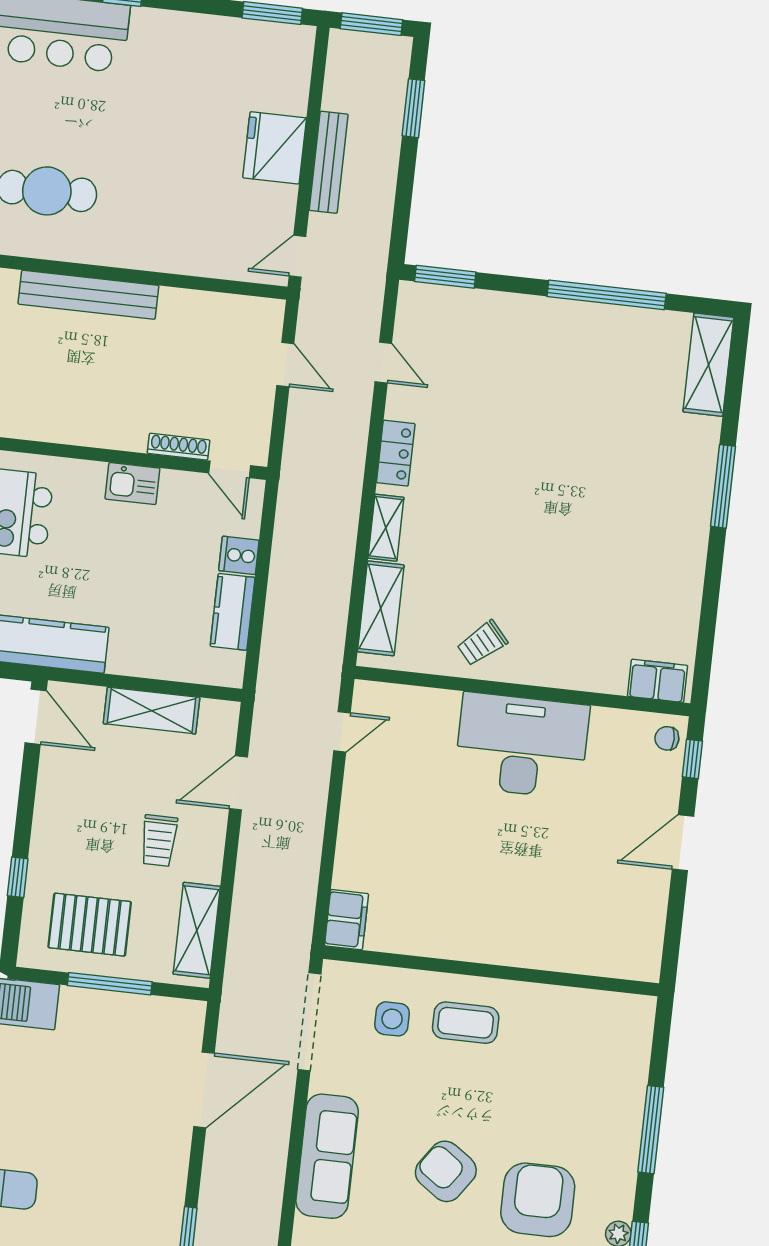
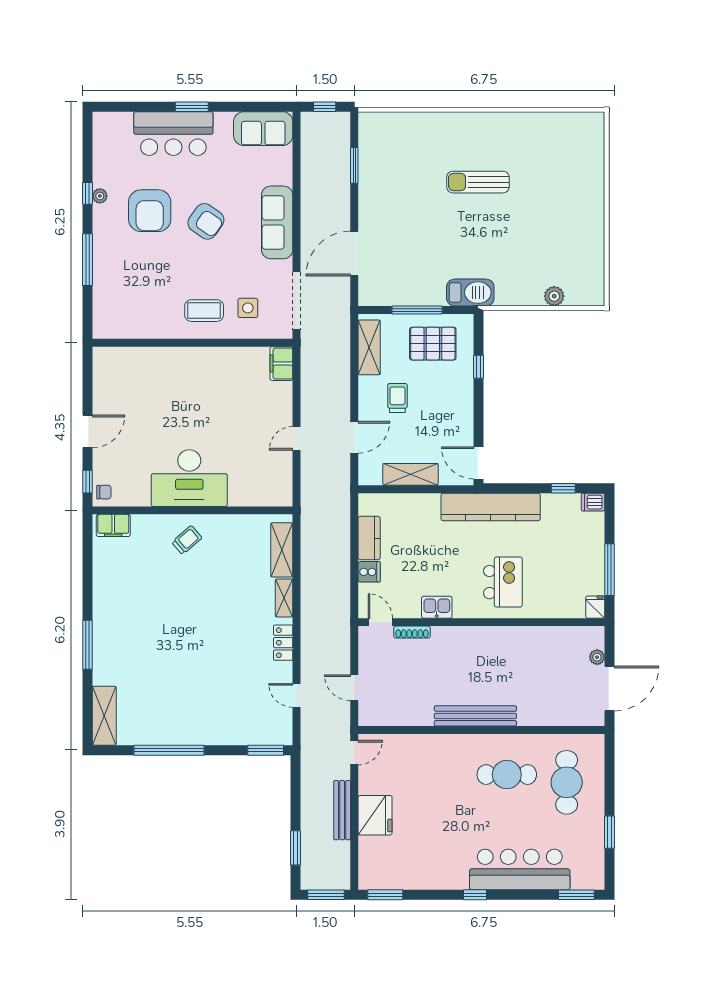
trolley: (482, 643) -> (187, 540), moved
door: (342, 732) -> (296, 438), moved

